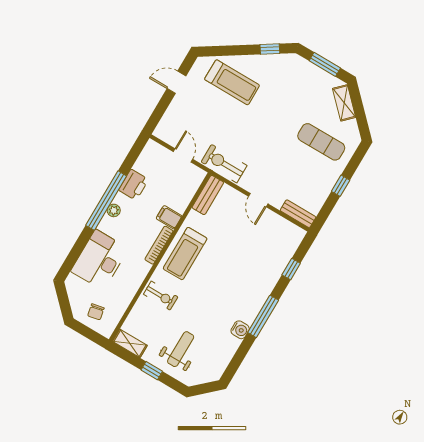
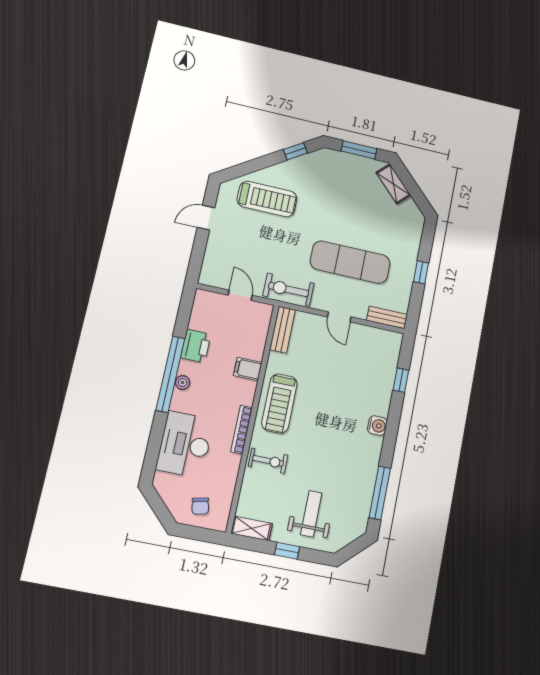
exercise mat: (321, 142) -> (350, 262), moved, width x1.36, depth x1.45
bookcase: (159, 245) -> (242, 430), moved
window: (263, 316) -> (380, 493), moved
water cooler: (240, 330) -> (377, 426), moved

